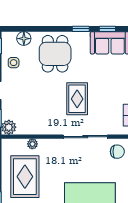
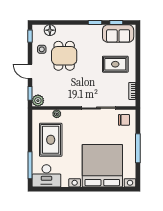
dining table: (55, 54) -> (64, 56), moved
rug: (77, 99) -> (115, 64), moved, turned 90

